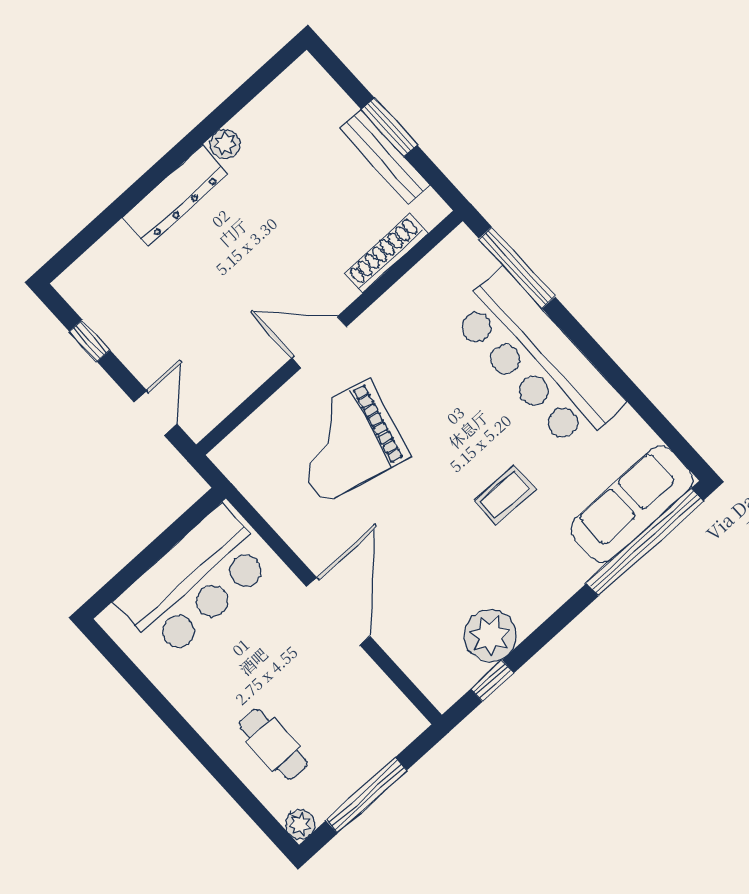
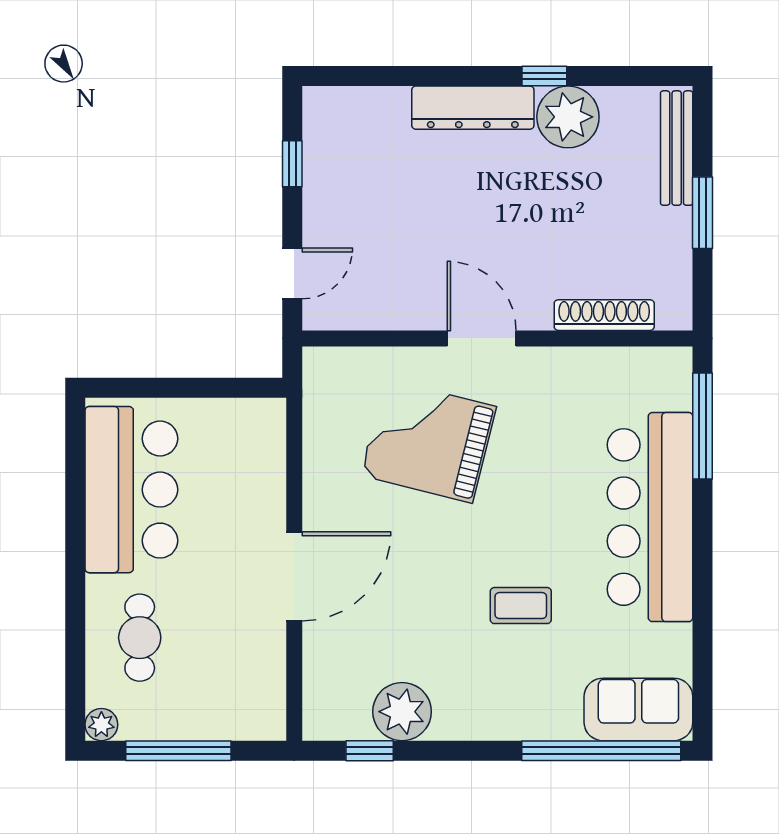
window: (203, 132) -> (544, 76), added
plant: (225, 144) -> (568, 117), width x1.87, depth x1.87
bench: (385, 157) -> (677, 148), moved
sofa: (632, 504) -> (638, 709), width x0.73
bar counter: (195, 582) -> (131, 490), moved, turned -90

